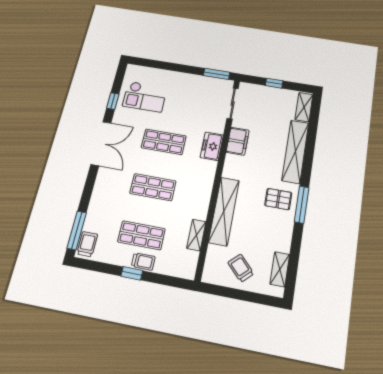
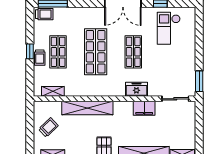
window: (274, 83) -> (199, 128), removed
shop shelf: (153, 187) -> (96, 52), width x1.43, depth x1.36
shelving: (196, 235) -> (53, 91), moved

